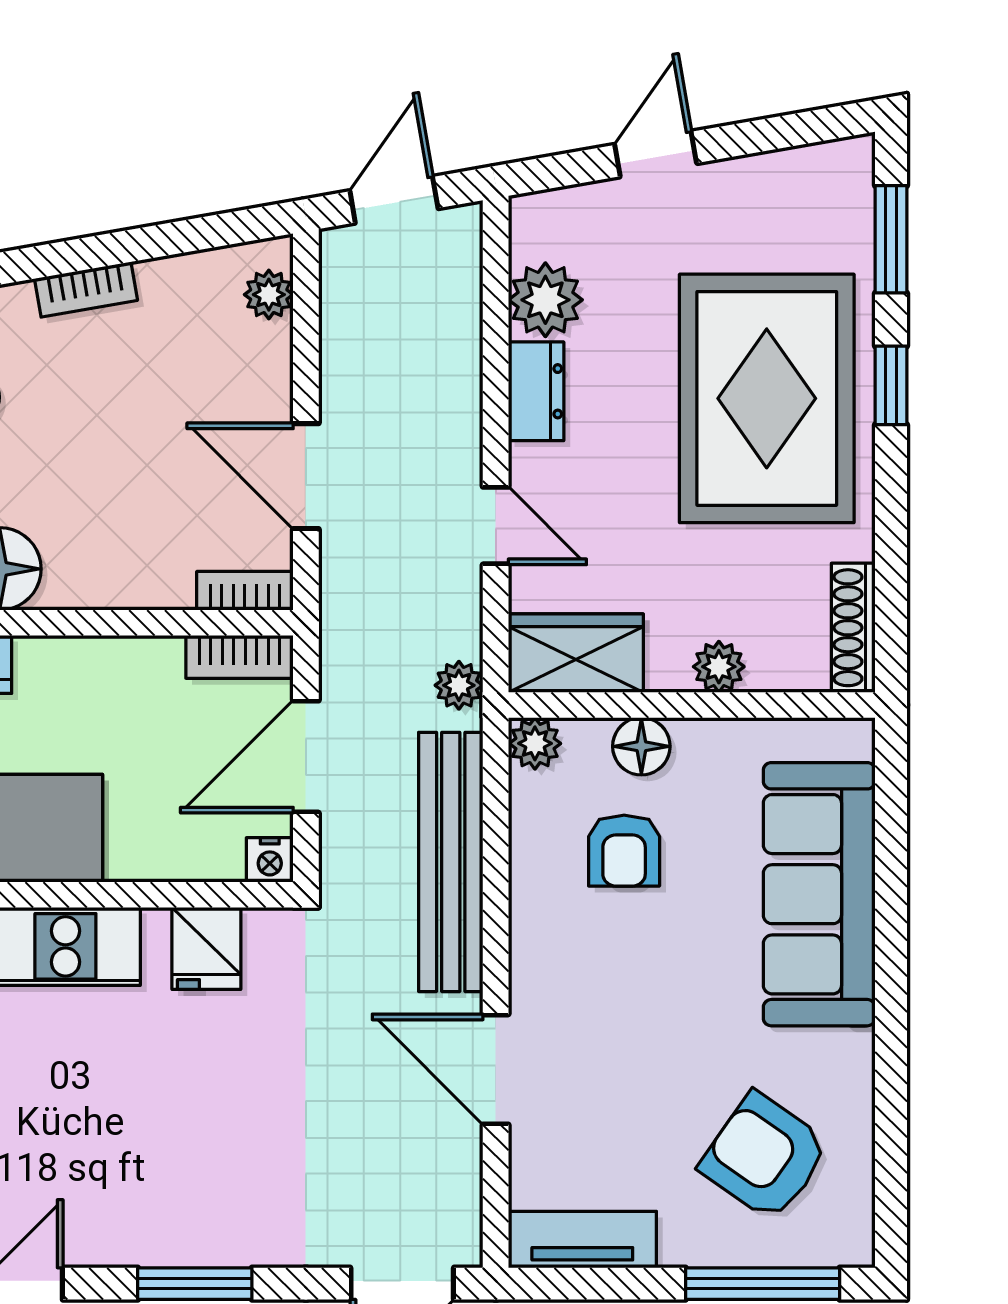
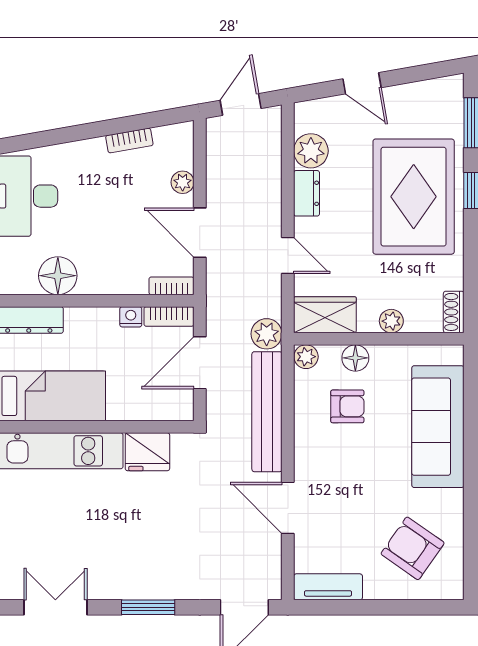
door: (656, 154) -> (362, 83), swing flipped
bookcase: (86, 289) -> (129, 141), moved
plant: (269, 295) -> (183, 182), moved
shoe rack: (853, 628) -> (454, 312), width x0.70
plant: (459, 685) -> (267, 334), width x1.38, depth x1.38
armchair: (624, 851) -> (347, 406), turned -90
nightstand: (270, 860) -> (131, 317), moved, turned 180
fridge: (206, 948) -> (147, 452), width x1.38
window: (763, 1284) -> (412, 607), removed

